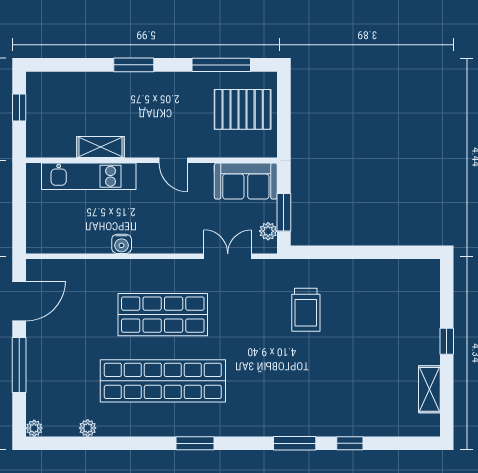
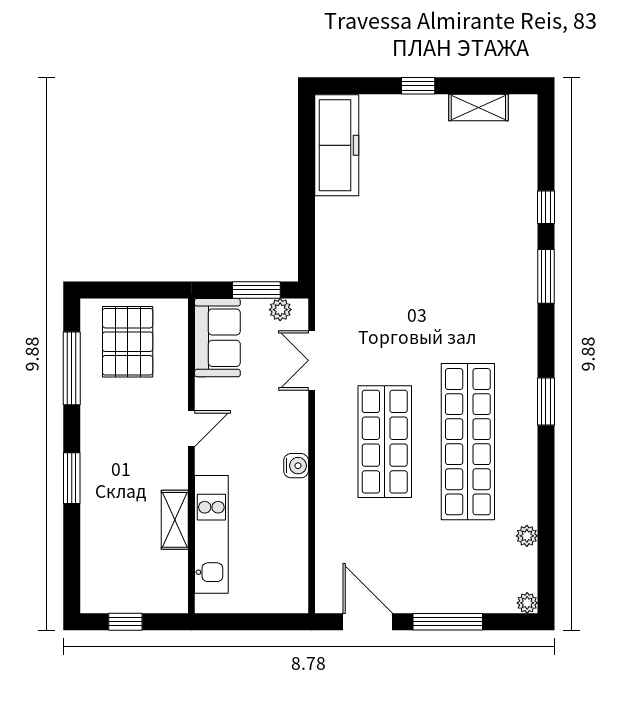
water cooler: (122, 244) -> (296, 466), moved
freezer: (399, 276) -> (337, 145), added
trolley: (306, 310) -> (379, 262), removed

